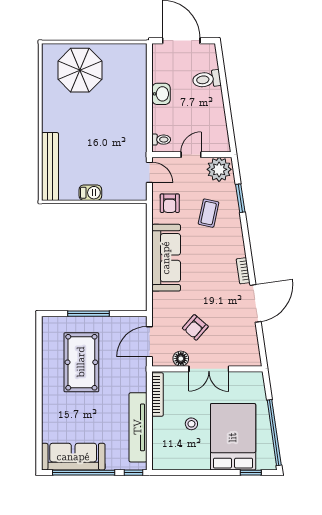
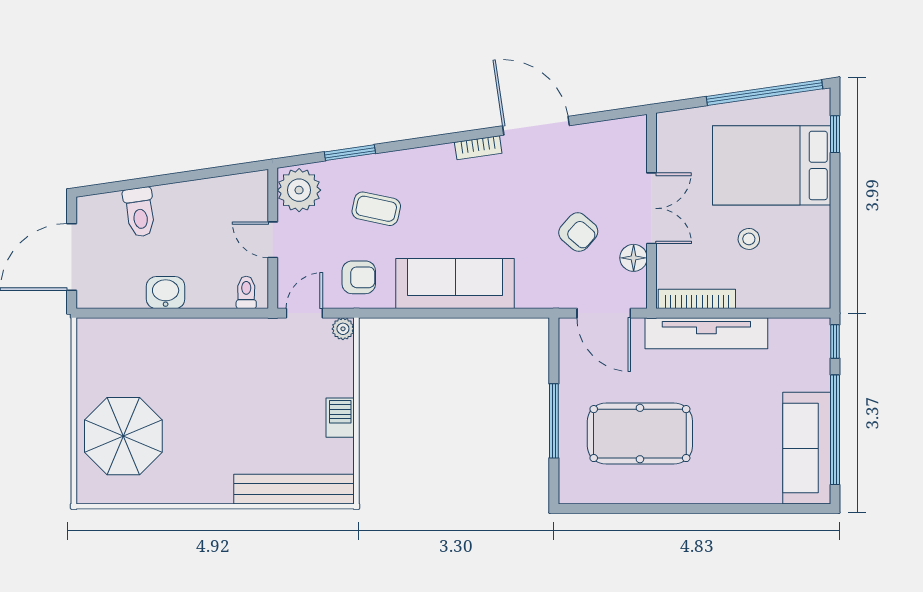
plant: (141, 194) -> (343, 329), added
tv unit: (138, 427) -> (706, 333), moved

